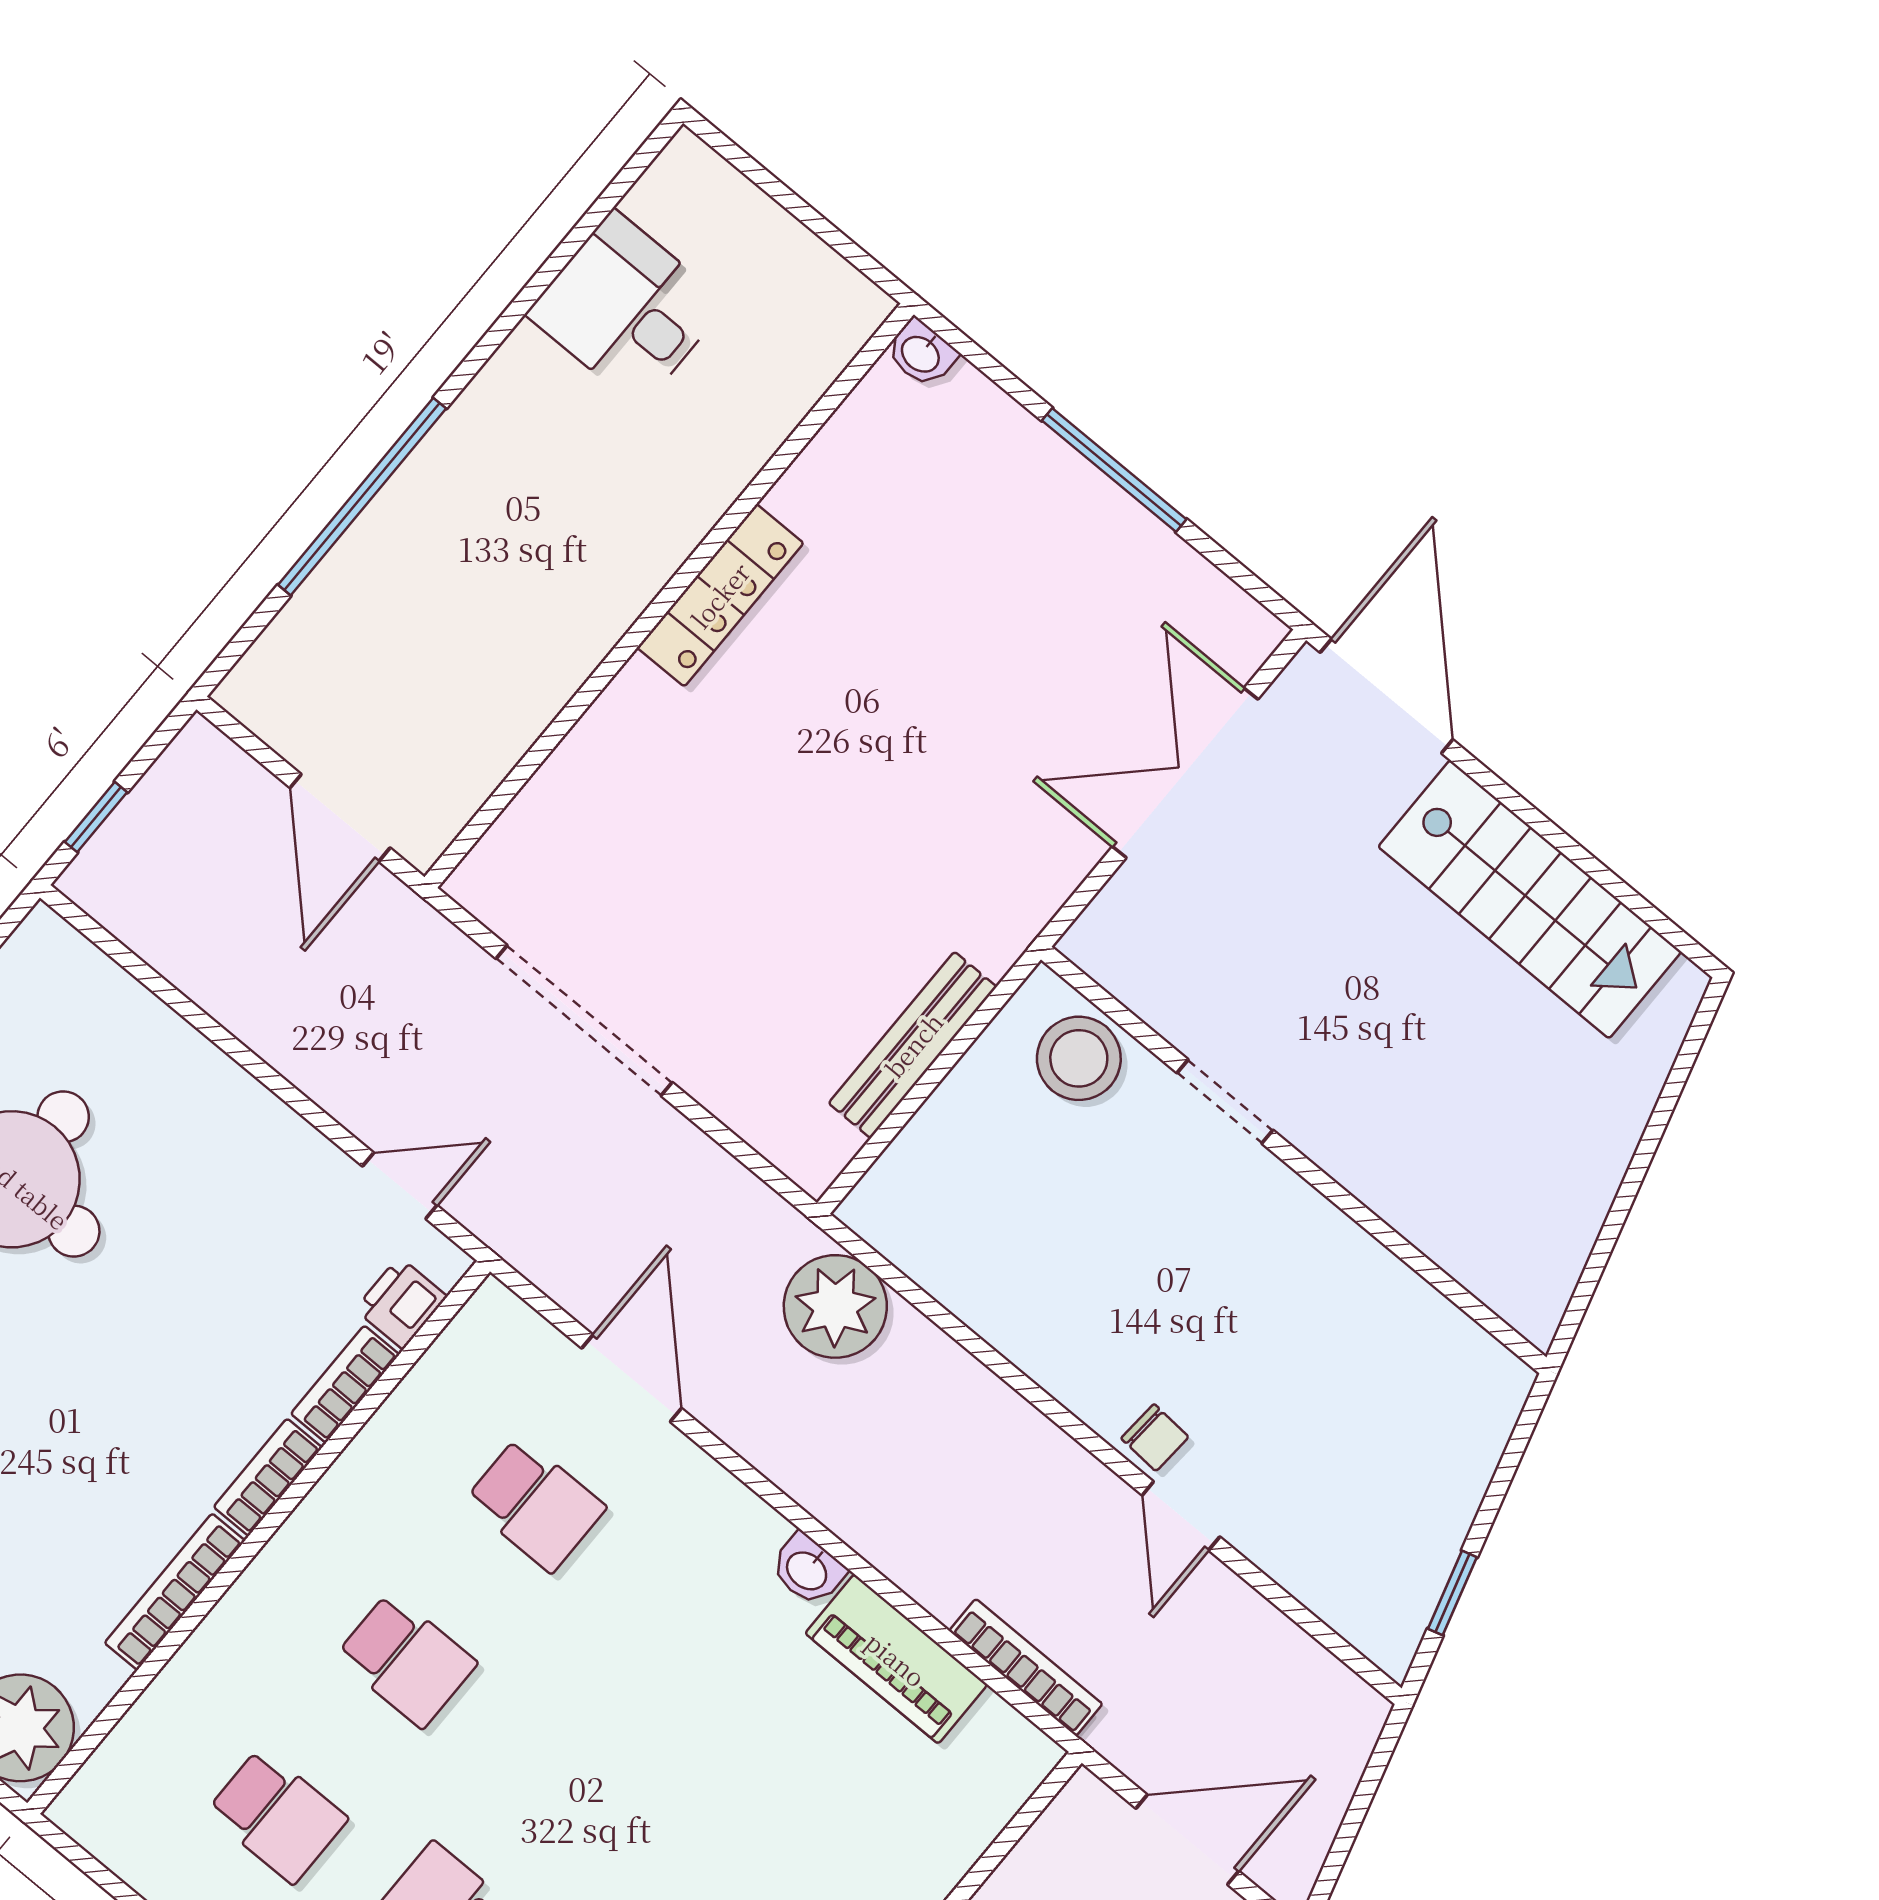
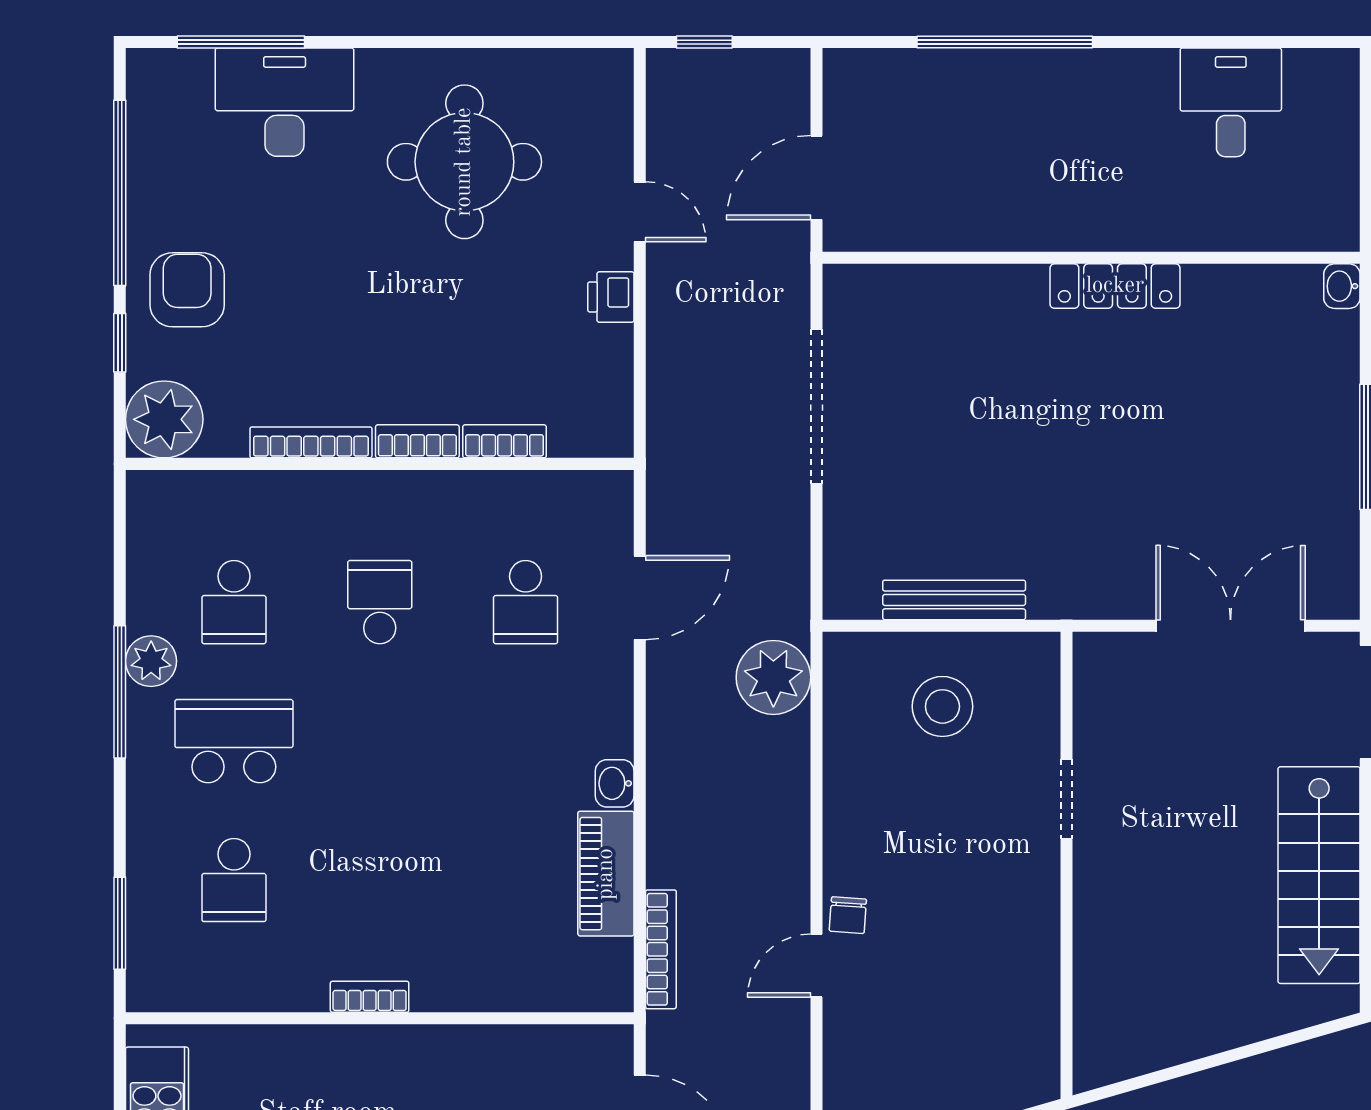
stool: (1079, 1058) -> (942, 706), moved
door: (400, 1186) -> (640, 212), moved
printer: (401, 1303) -> (611, 297), moved, turned -90
school desk: (406, 1660) -> (380, 602), turned 180

